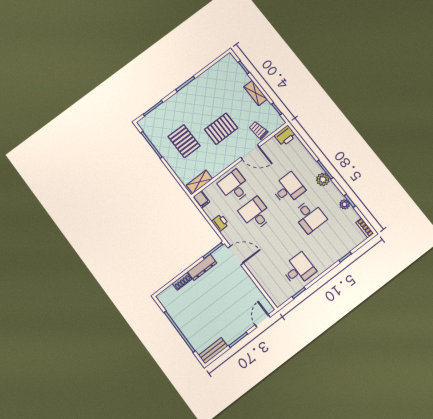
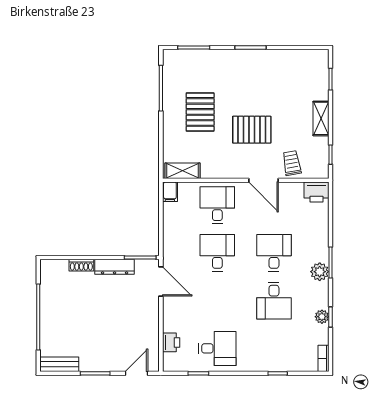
desk: (288, 189) -> (274, 253), turned -90
printer: (220, 223) -> (171, 342), moved

